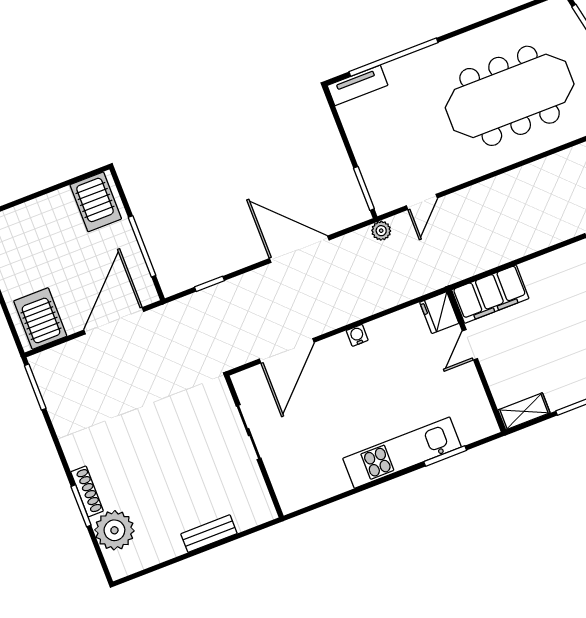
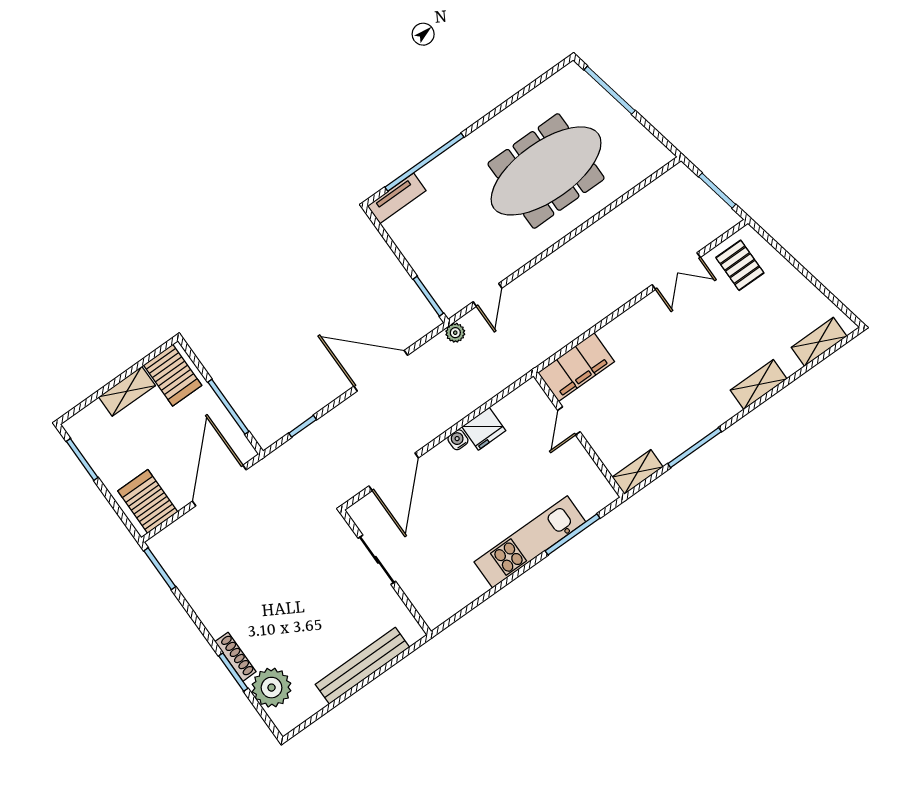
shelving: (47, 206) -> (127, 391), added
fridge: (439, 313) -> (484, 429), moved, turned -90
window: (445, 456) -> (573, 534), width x1.44
bench: (209, 534) -> (362, 666), width x1.86, depth x1.21

